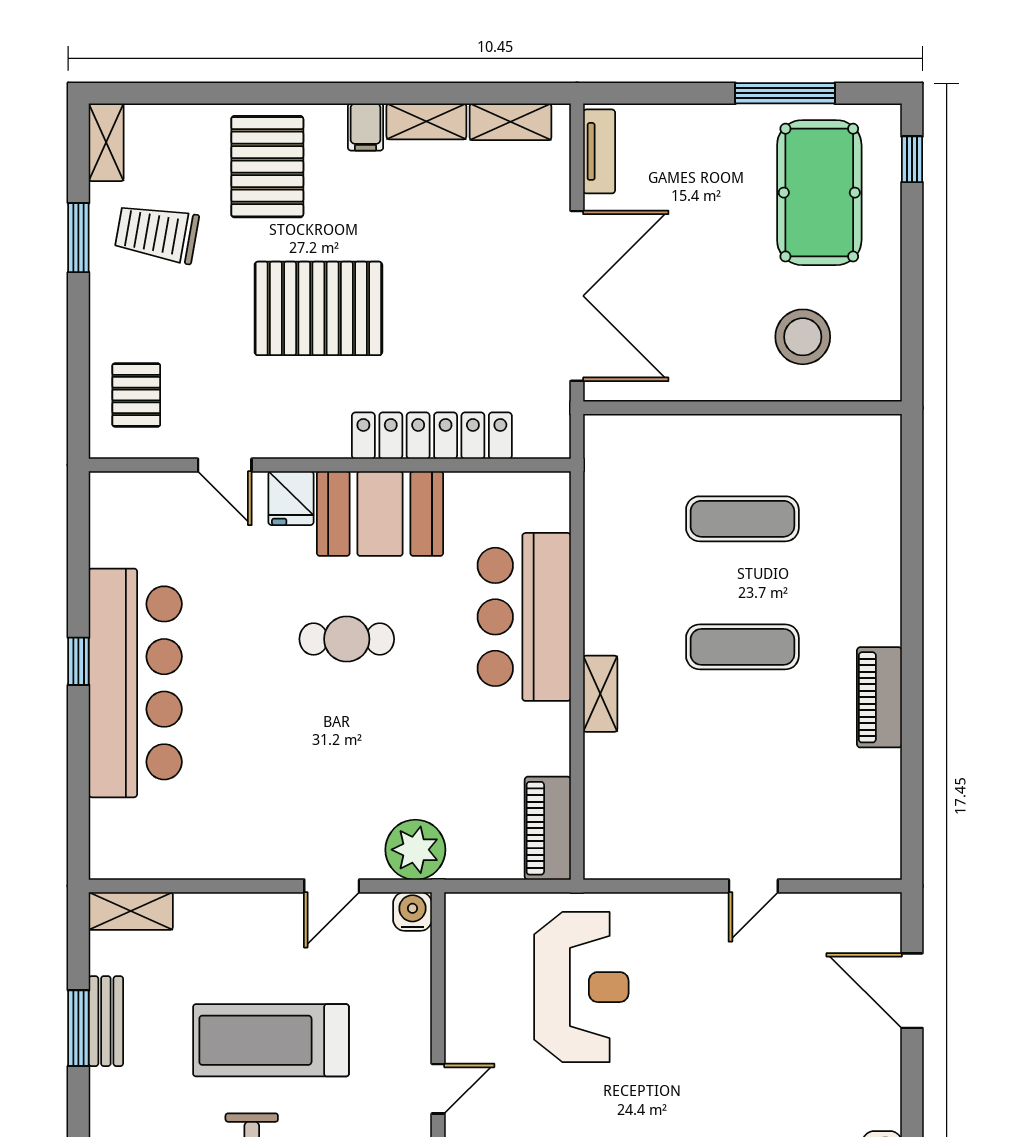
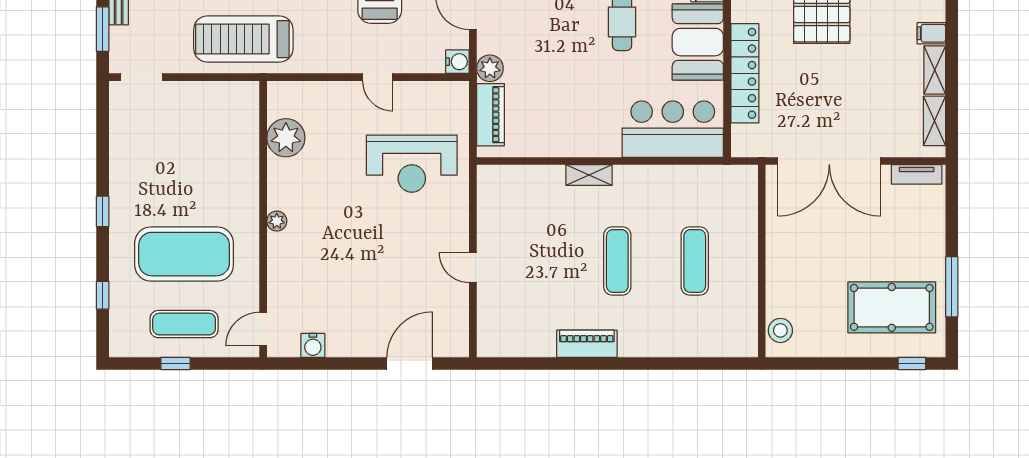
stool: (803, 337) -> (780, 330), moved, width x0.73, depth x0.73
bar counter: (524, 617) -> (673, 129), moved
piano: (548, 828) -> (491, 115), moved, turned 90
plant: (415, 850) -> (490, 68), width x0.73, depth x0.73
door: (438, 1089) -> (378, 77), moved

